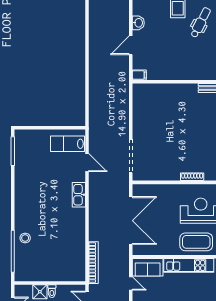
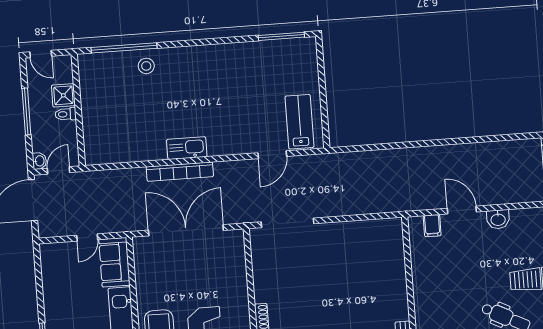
filing cabinet: (139, 75) -> (432, 226), moved
kitchen sink: (79, 195) -> (187, 148), moved
double door: (131, 221) -> (186, 230), swing flipped
bookcase: (93, 263) -> (180, 172), moved

